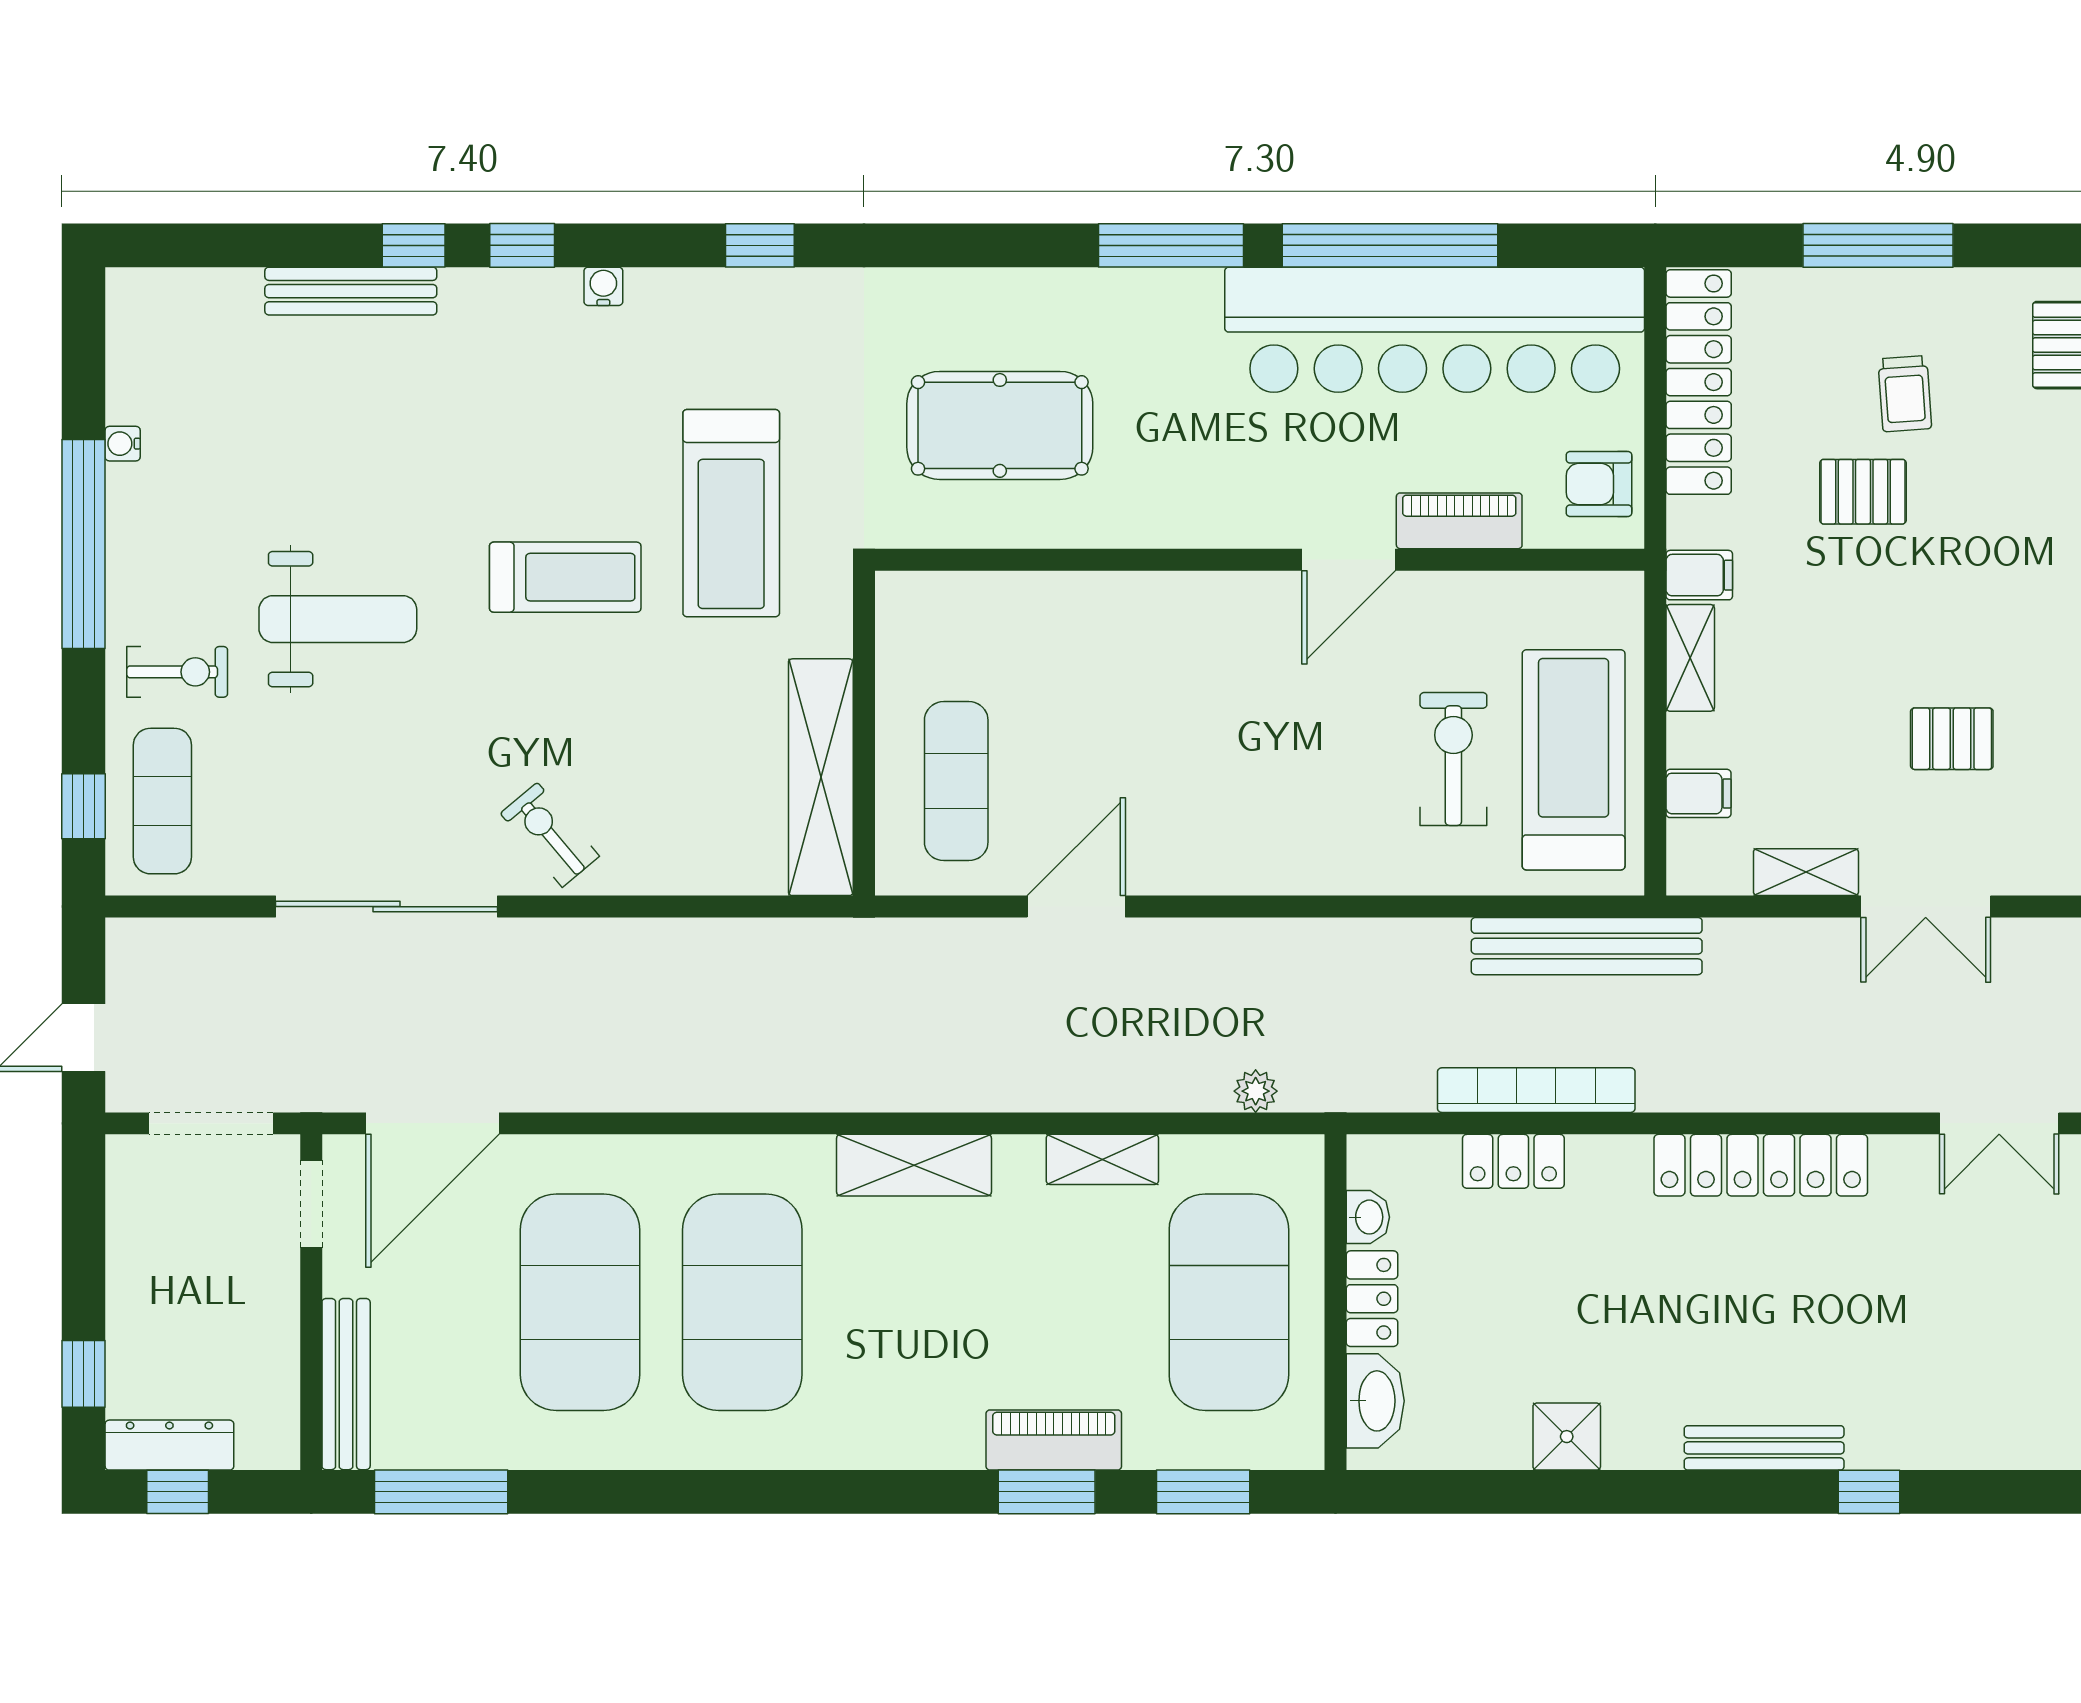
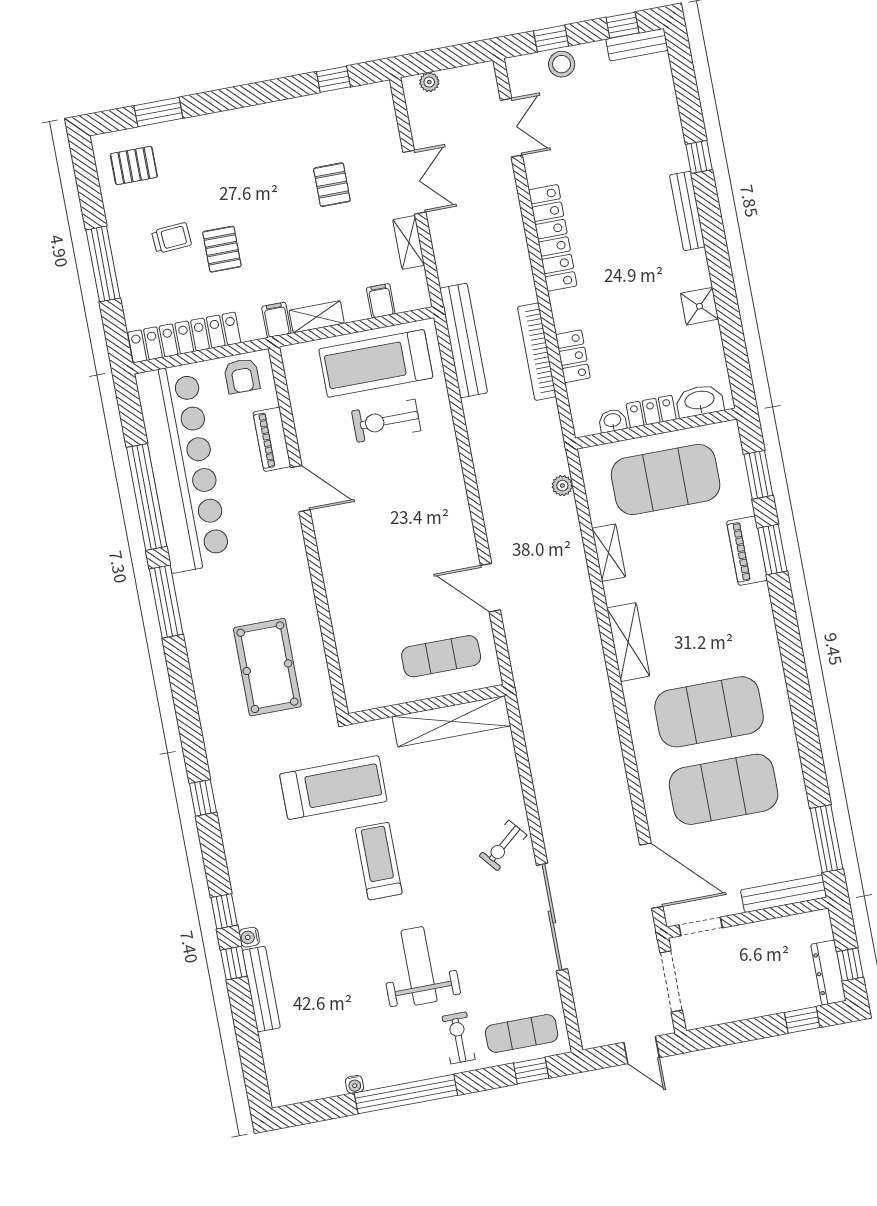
water cooler: (603, 286) -> (249, 937), moved

